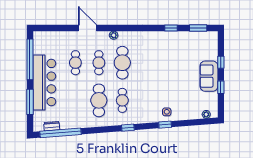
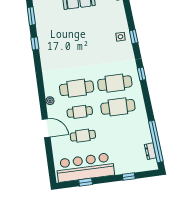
door: (87, 28) -> (46, 128), swing flipped
window: (30, 59) -> (86, 182), width x0.32
bar counter: (44, 83) -> (85, 167), moved
cafe table: (122, 100) -> (115, 83), width x1.37, depth x1.35
window: (30, 102) -> (129, 176), width x0.46

